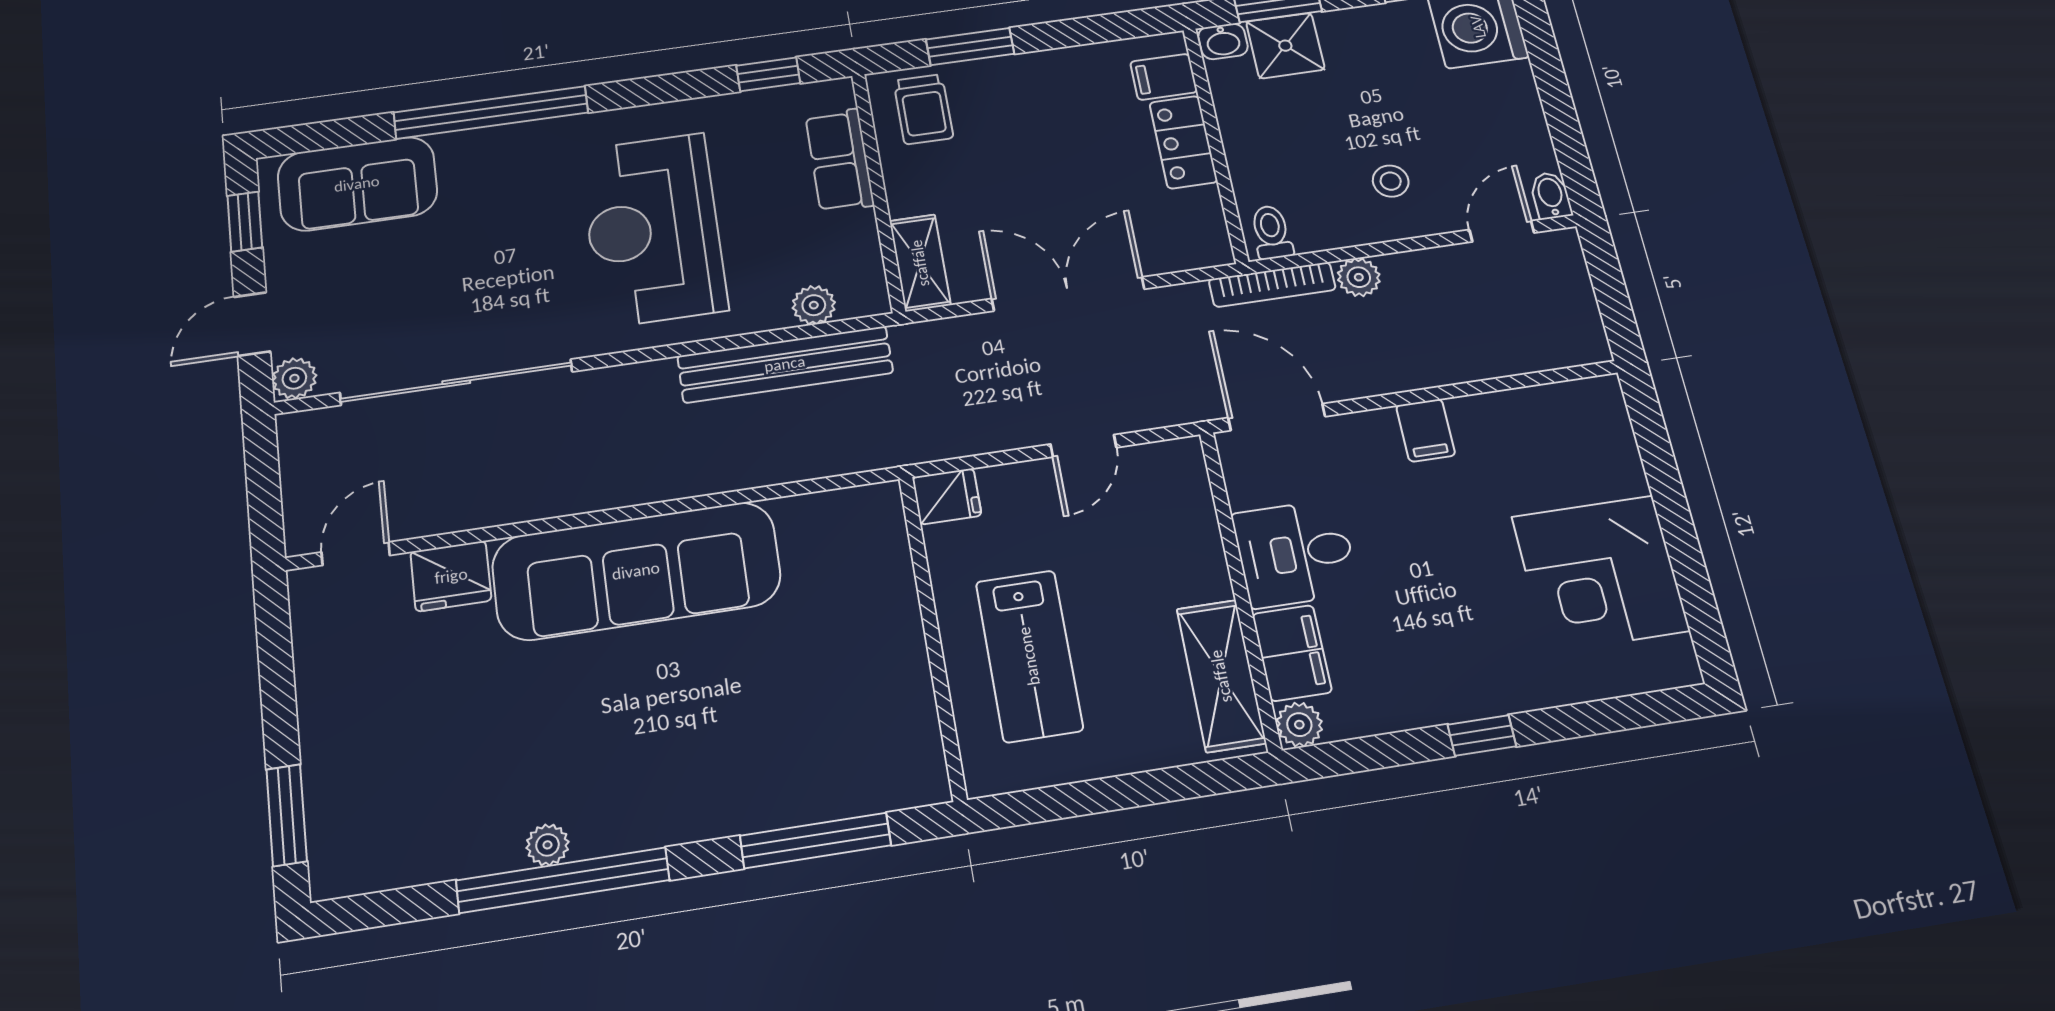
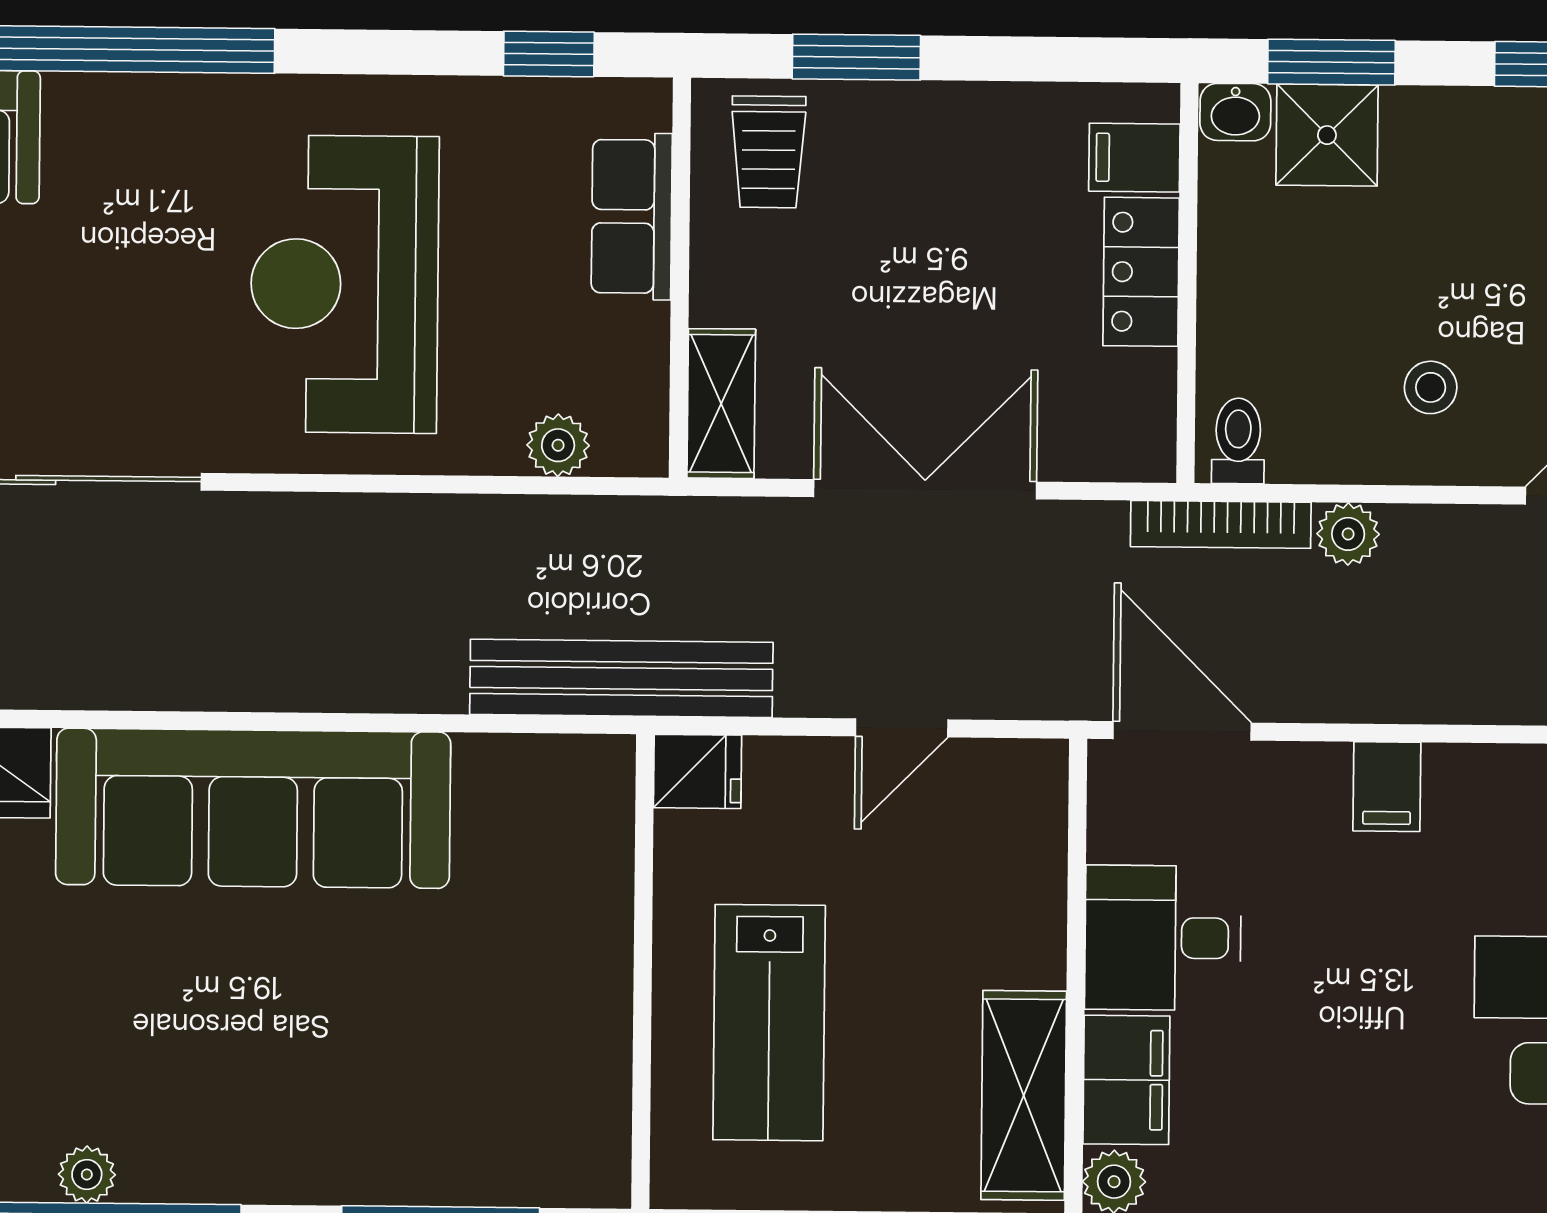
bench: (785, 364) -> (621, 678), moved

